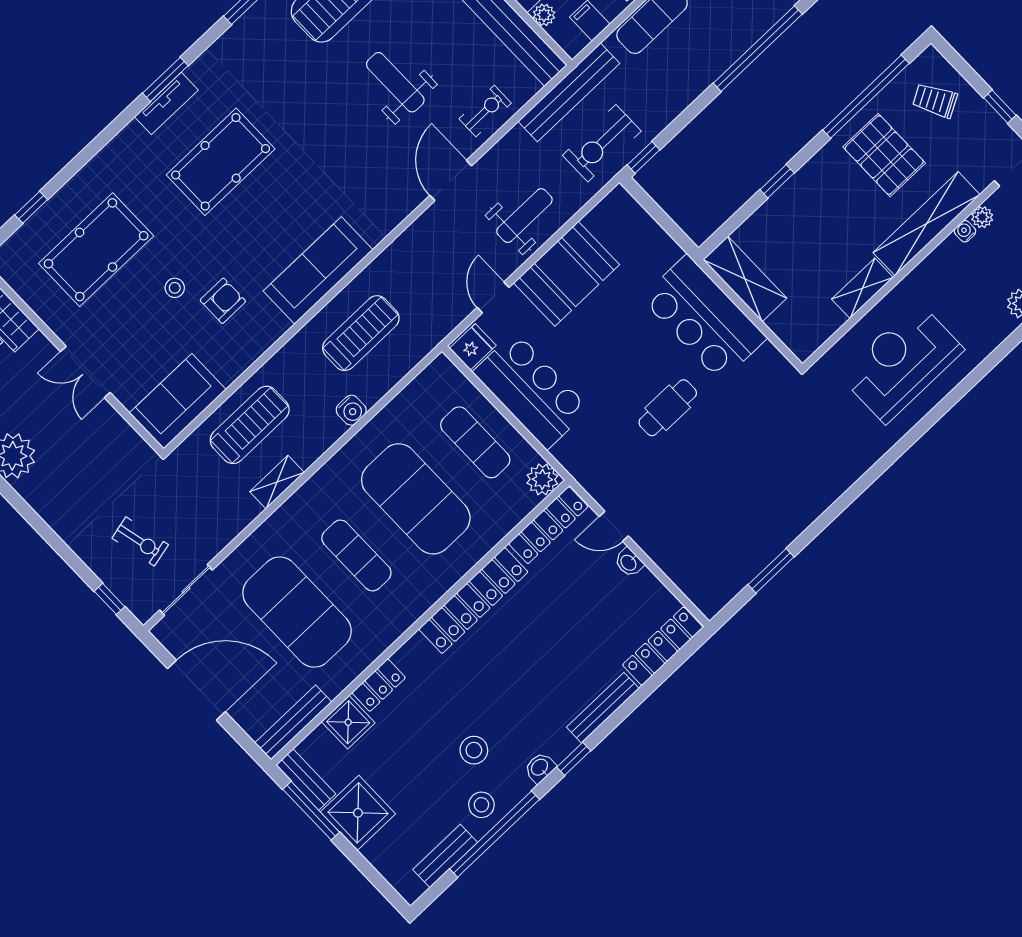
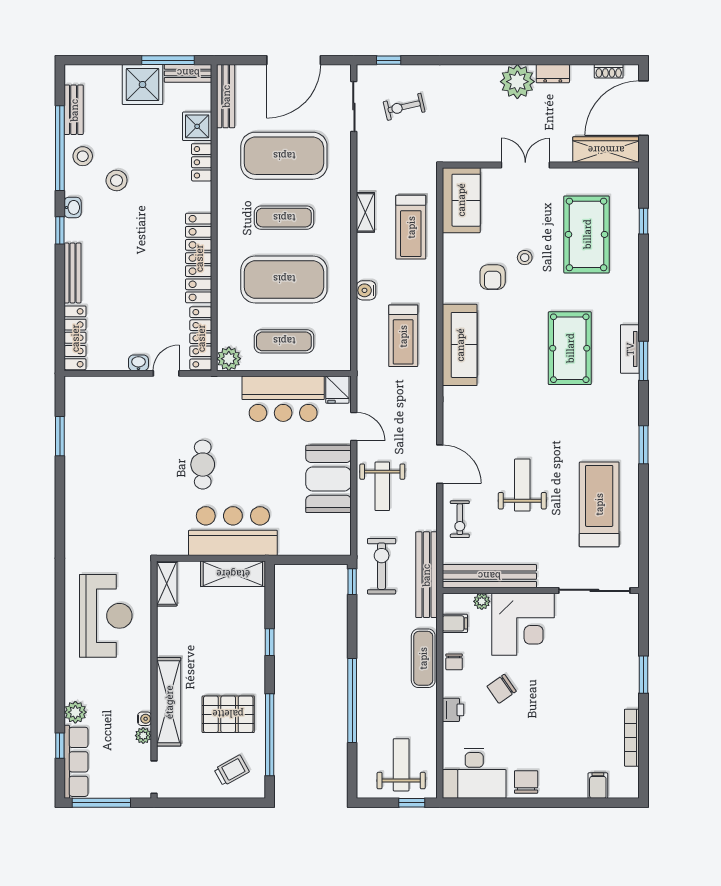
weight bench: (395, 82) -> (522, 485), turned -90
window: (1000, 107) -> (194, 803), removed
shelving: (862, 288) -> (167, 583), moved

